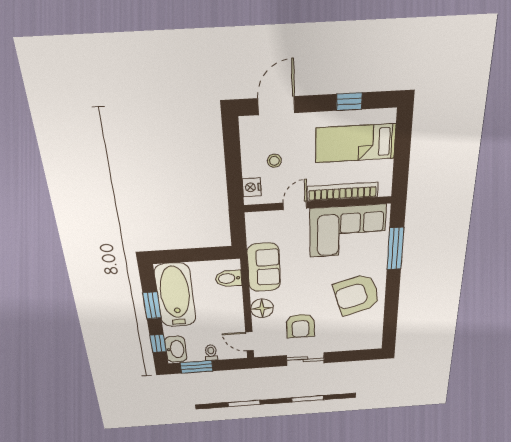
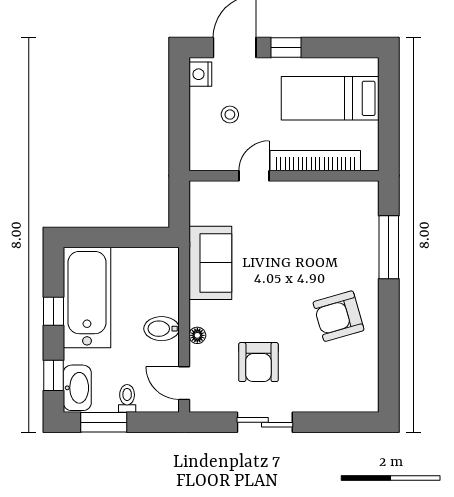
window: (349, 102) -> (286, 48), moved
nightstand: (252, 187) -> (200, 74), moved
corner sofa: (348, 231) -> (323, 216), removed
bidet: (228, 278) -> (162, 329), moved
armchair: (357, 295) -> (338, 316), width x0.73, depth x0.73
window: (152, 305) -> (53, 311), width x0.67
floor lamp: (262, 308) -> (197, 335), width x0.53, depth x0.53

